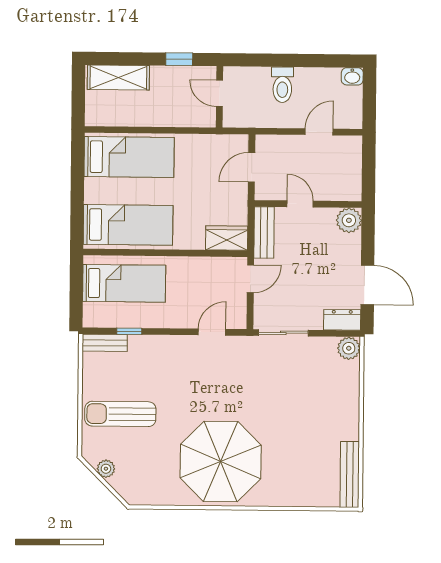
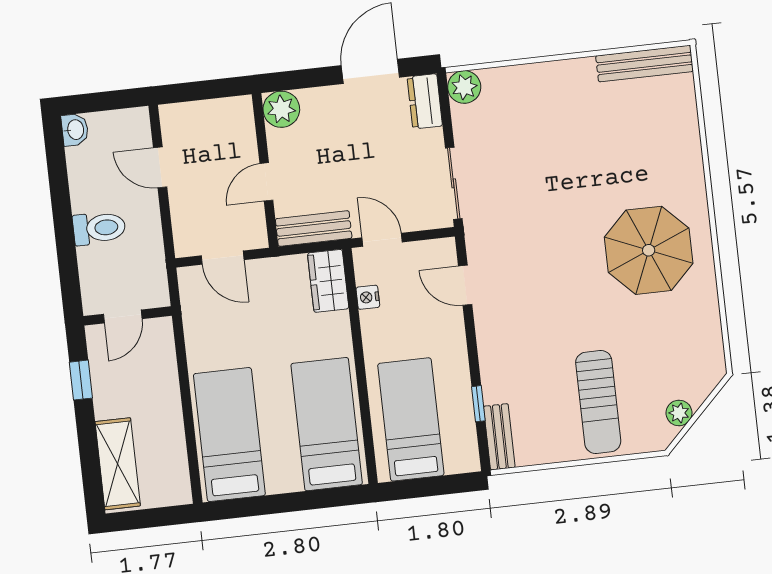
nightstand: (212, 264) -> (368, 297), added
parasol: (221, 461) -> (649, 250), width x0.73, depth x0.73

